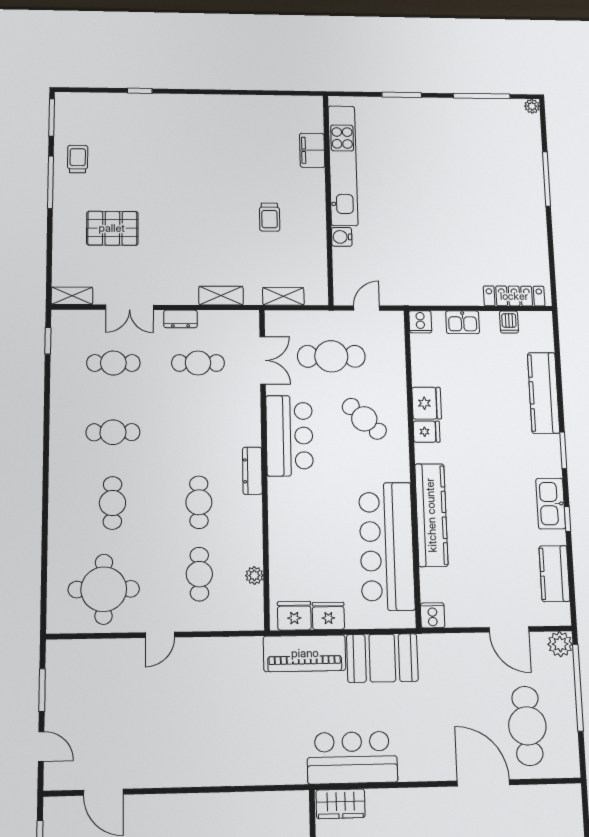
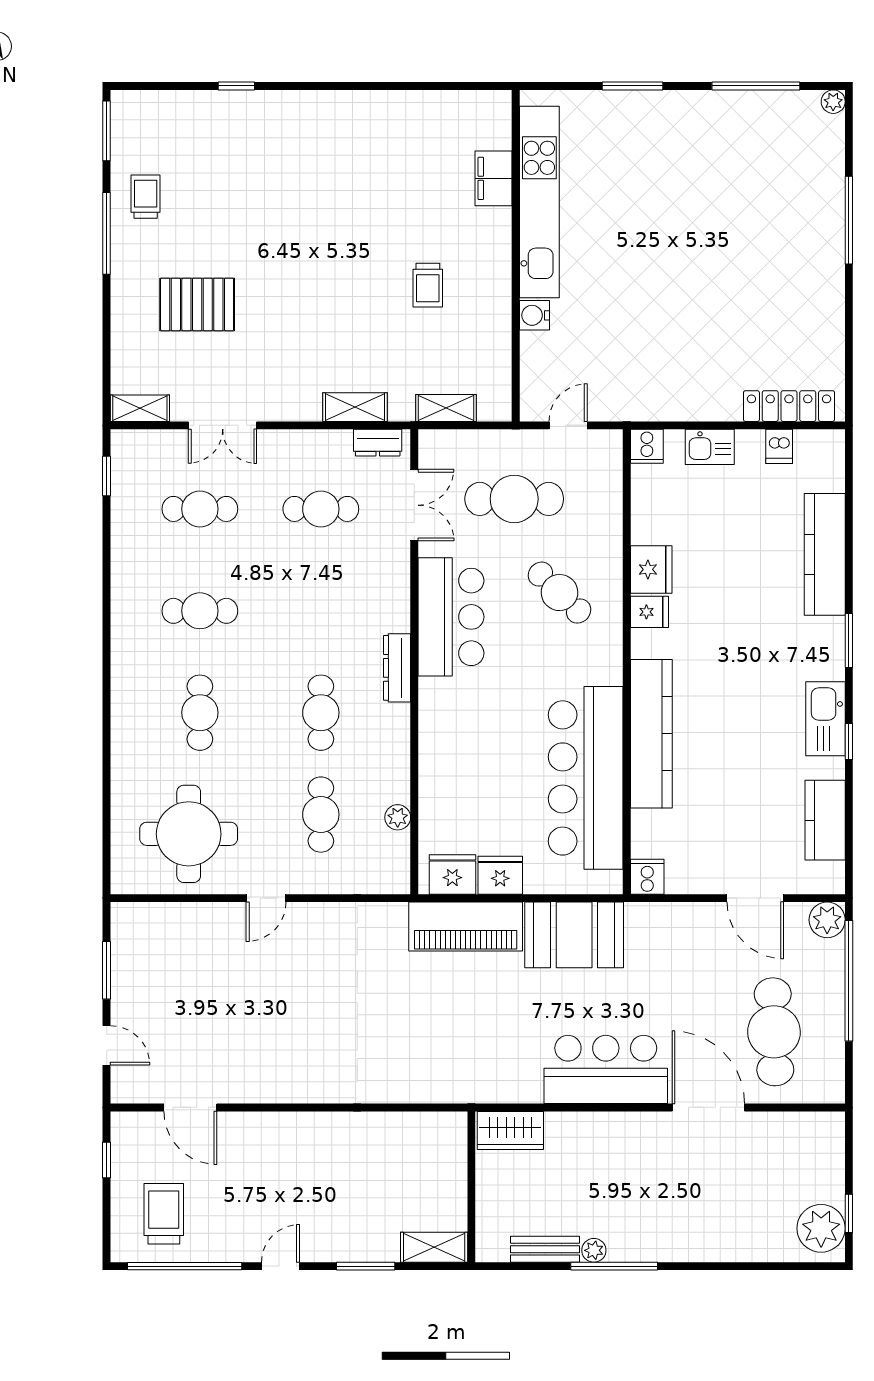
dresser: (181, 319) -> (378, 443), moved
bar counter: (352, 758) -> (606, 1069), moved

